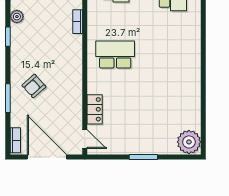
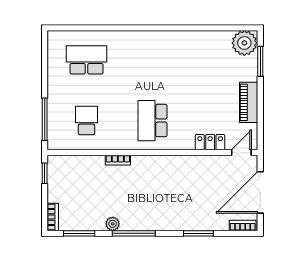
window: (8, 37) -> (134, 233), width x2.17
armchair: (34, 86) -> (186, 206), removed
piano: (132, 146) -> (249, 102), added
window: (143, 157) -> (260, 61), moved

